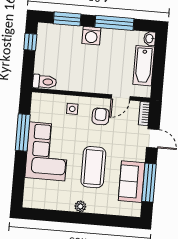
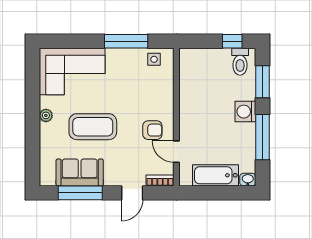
toilet: (45, 82) -> (240, 62), moved
side table: (72, 109) -> (154, 59), moved
corner sofa: (47, 151) -> (72, 71), moved

